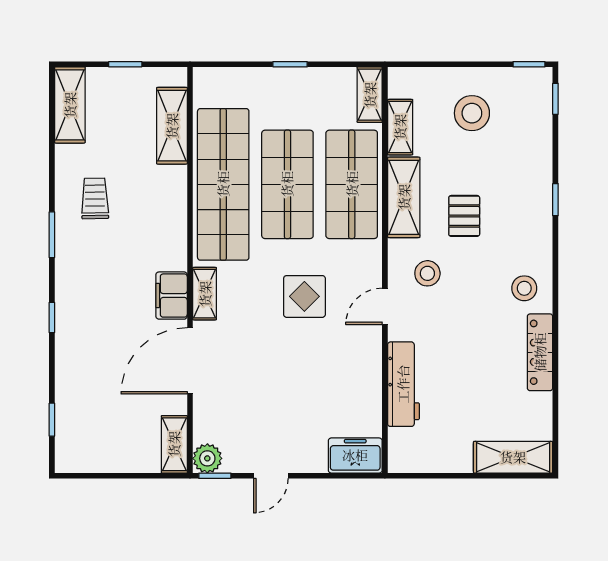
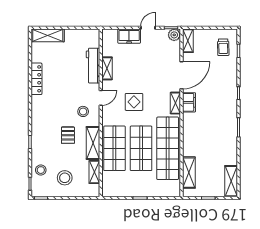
shelving: (370, 95) -> (107, 68), moved
trolley: (95, 198) -> (223, 47), moved
stool: (524, 288) -> (41, 170), moved
freezer: (355, 455) -> (129, 36), moved

